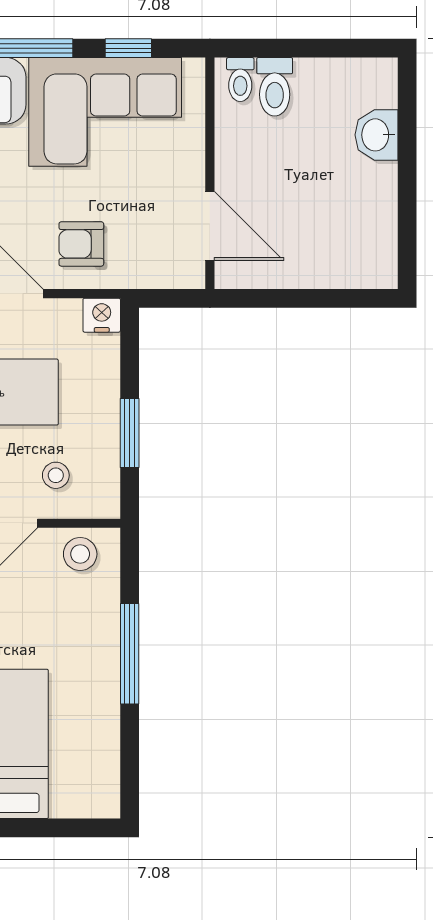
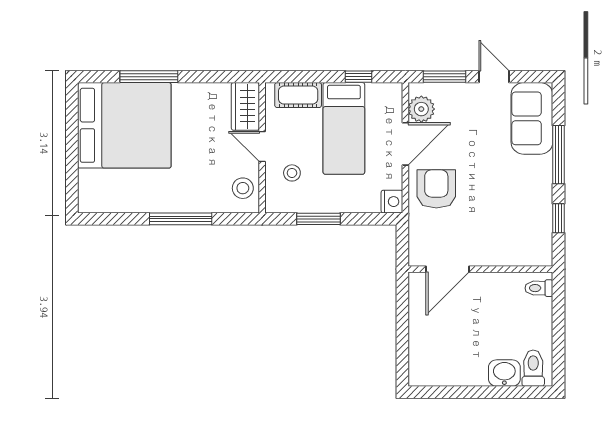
toilet: (275, 87) -> (533, 368), moved, turned 90
corner sofa: (105, 112) -> (519, 204), removed
armchair: (81, 244) -> (436, 189), width x1.38, depth x1.38

